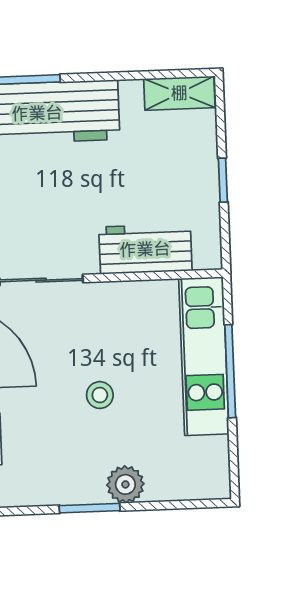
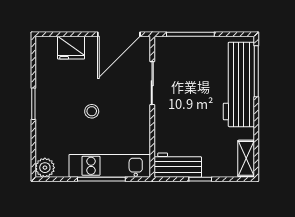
workbench: (145, 249) -> (178, 165), moved, turned -90
plant: (125, 484) -> (45, 168), moved

